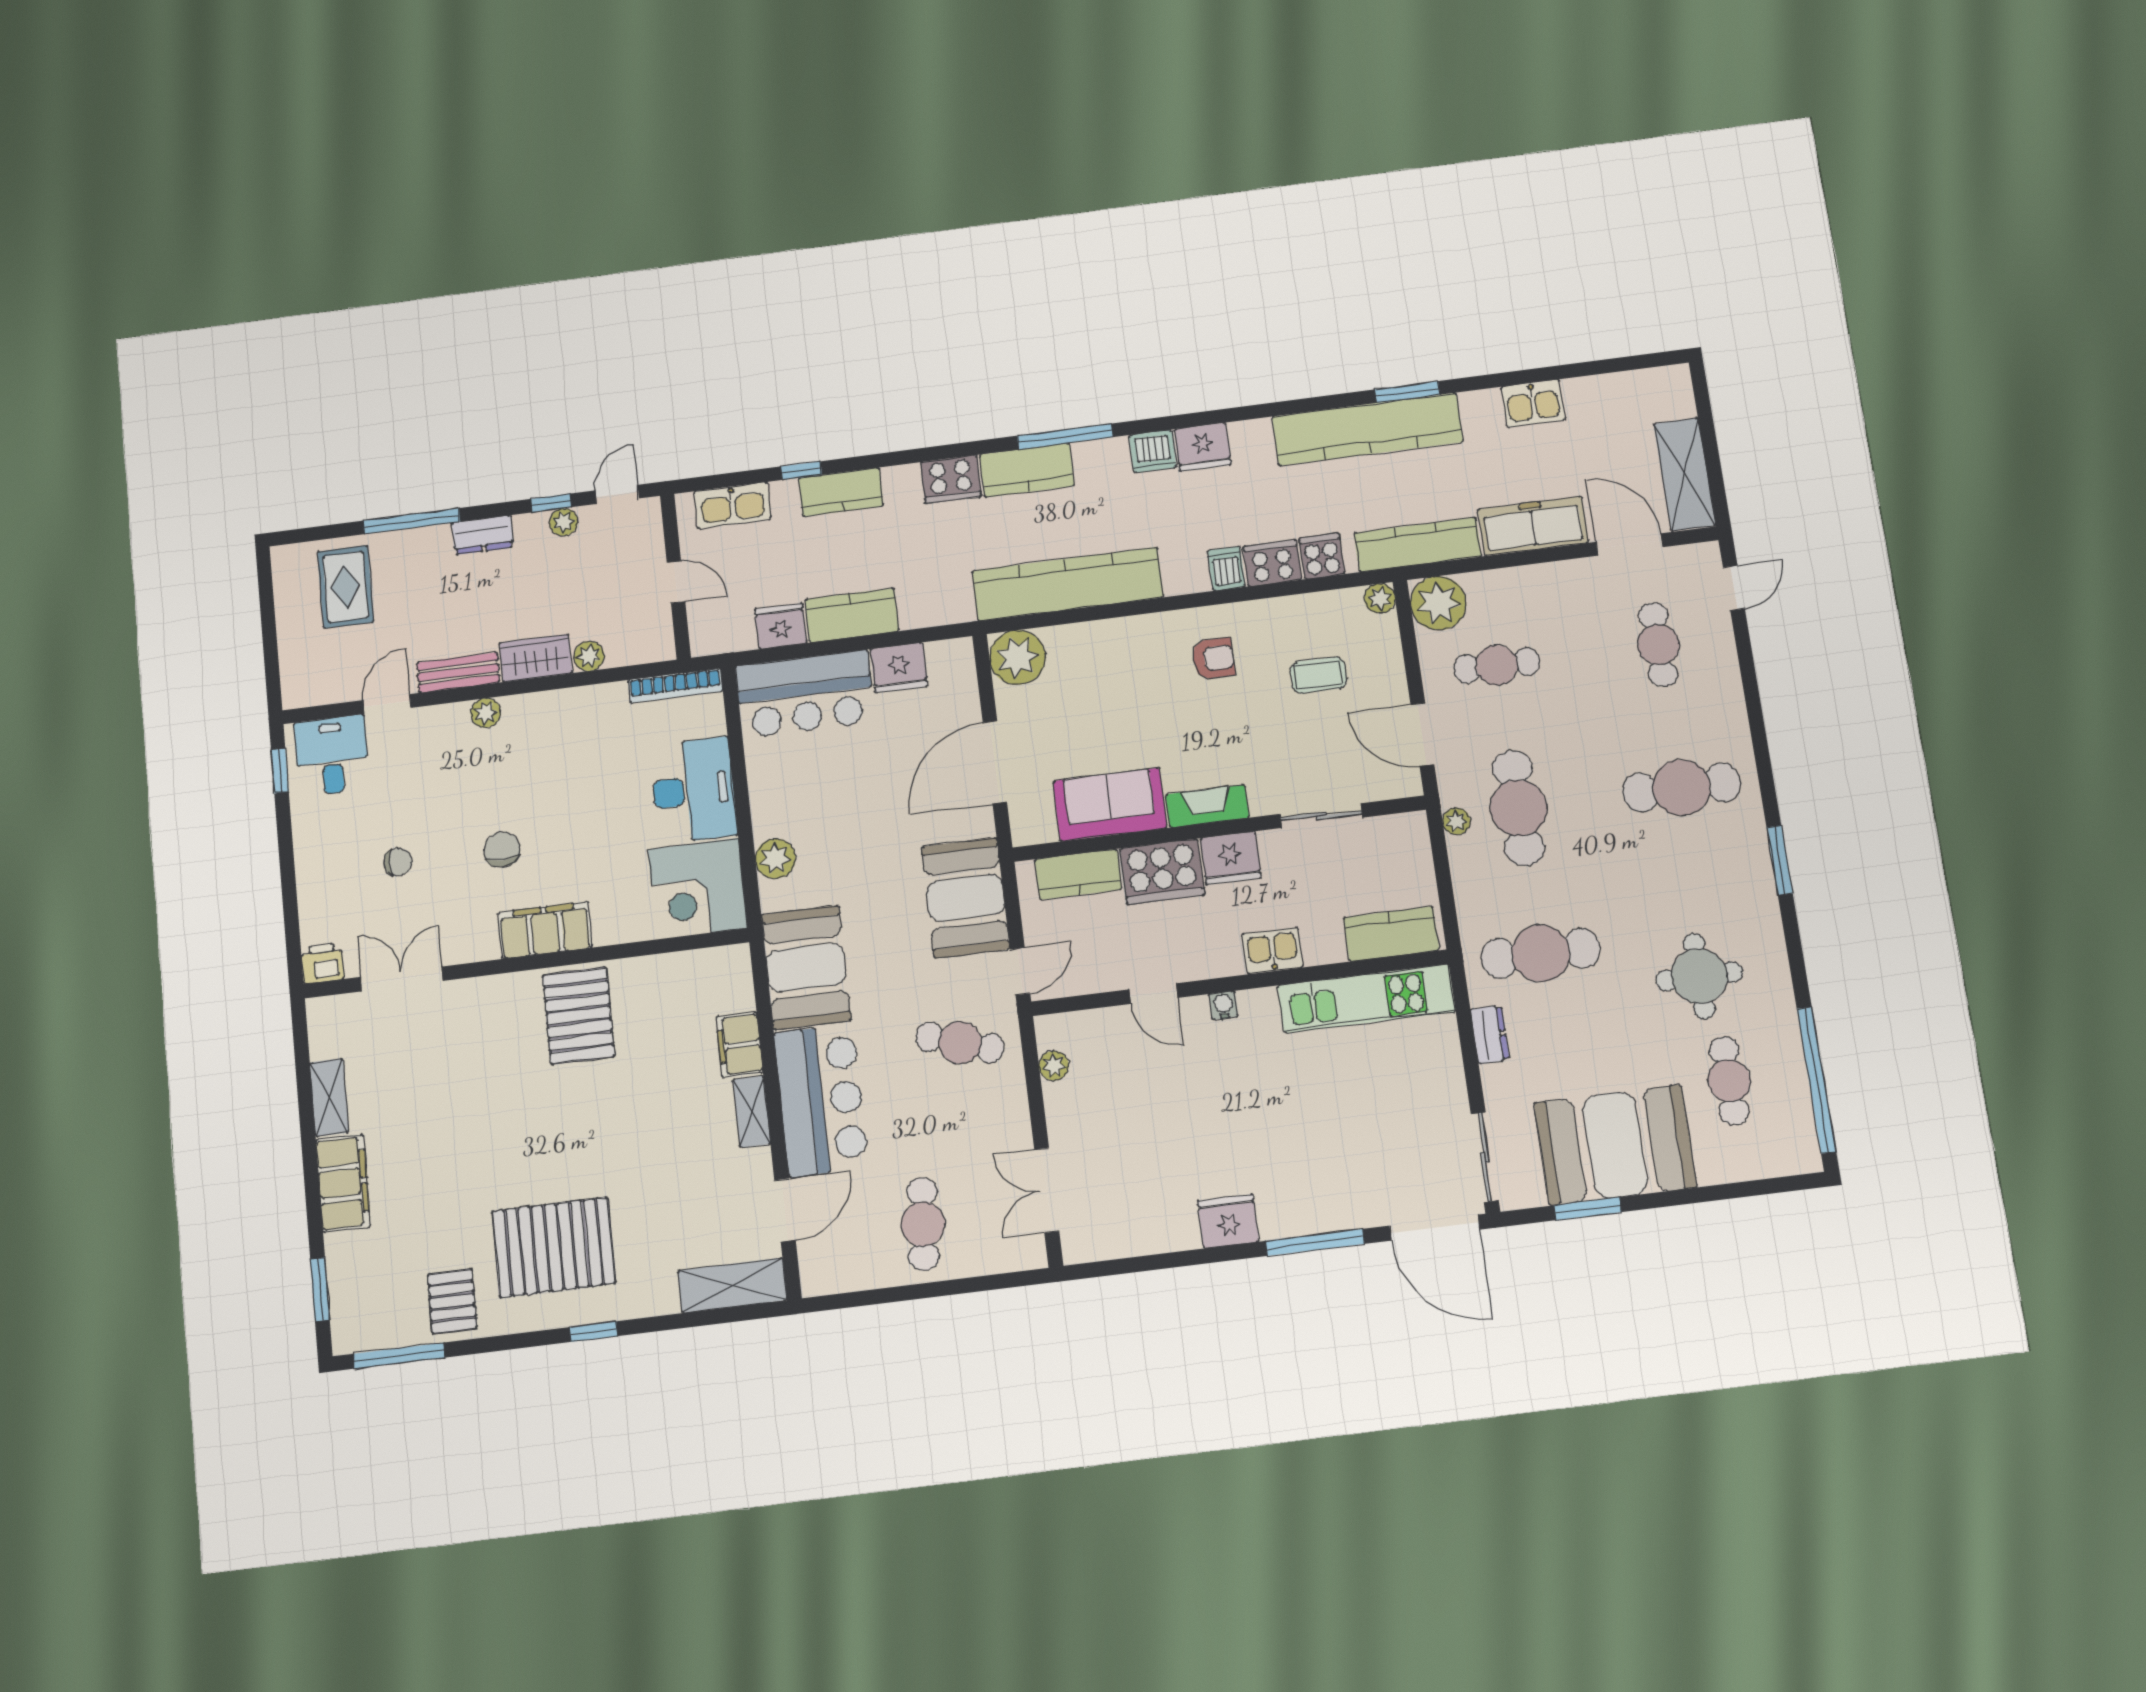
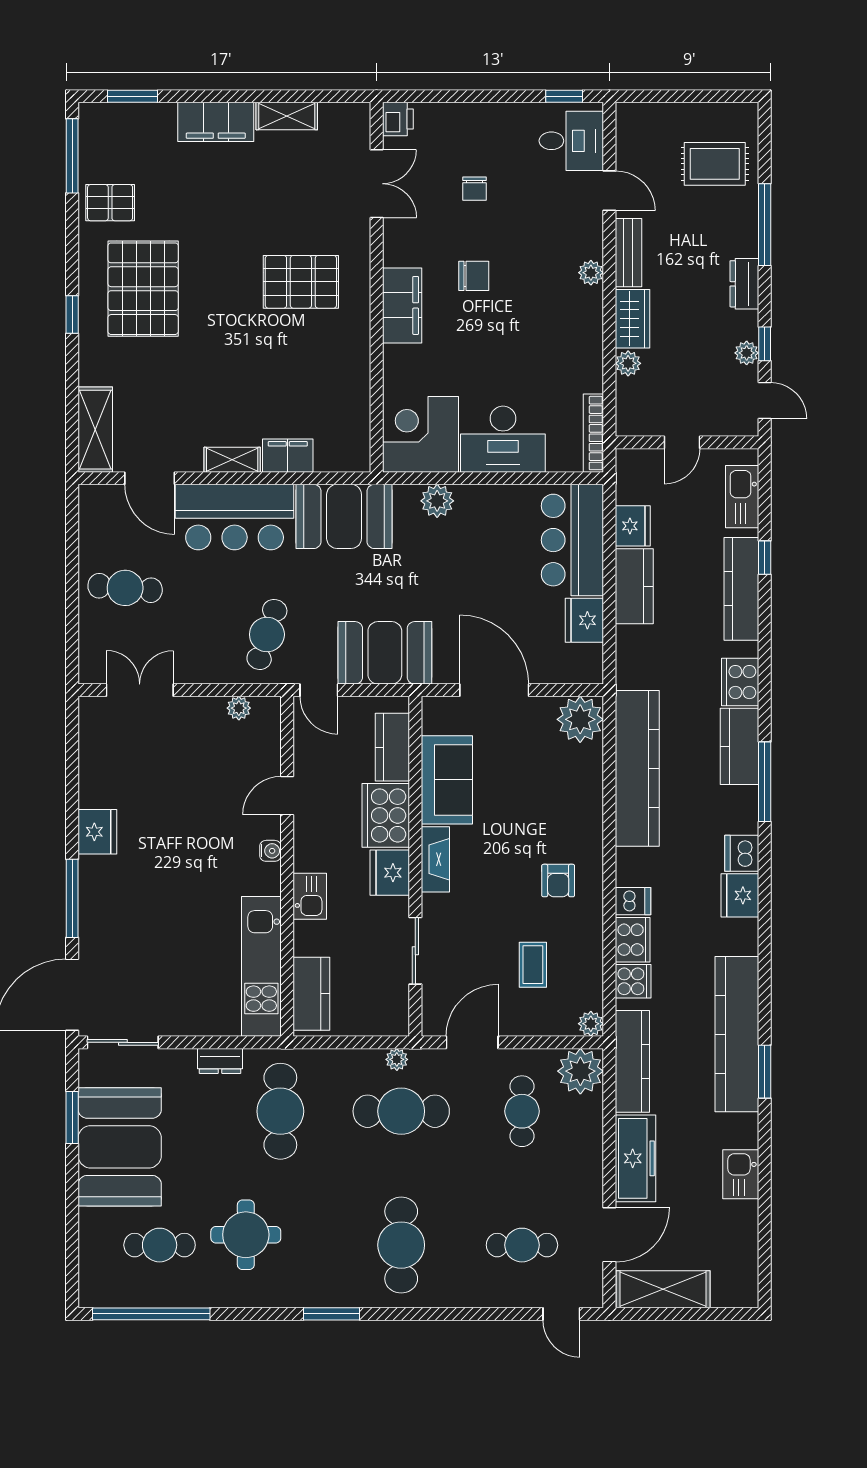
kitchen counter: (841, 492) -> (741, 589), width x1.50
pallet: (579, 1016) -> (301, 282), moved

